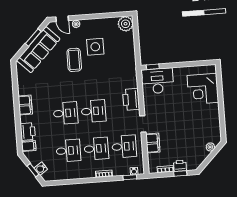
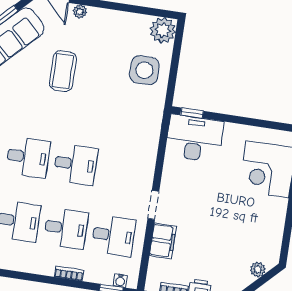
side table: (95, 47) -> (144, 70), moved
printer: (131, 99) -> (143, 159), removed

